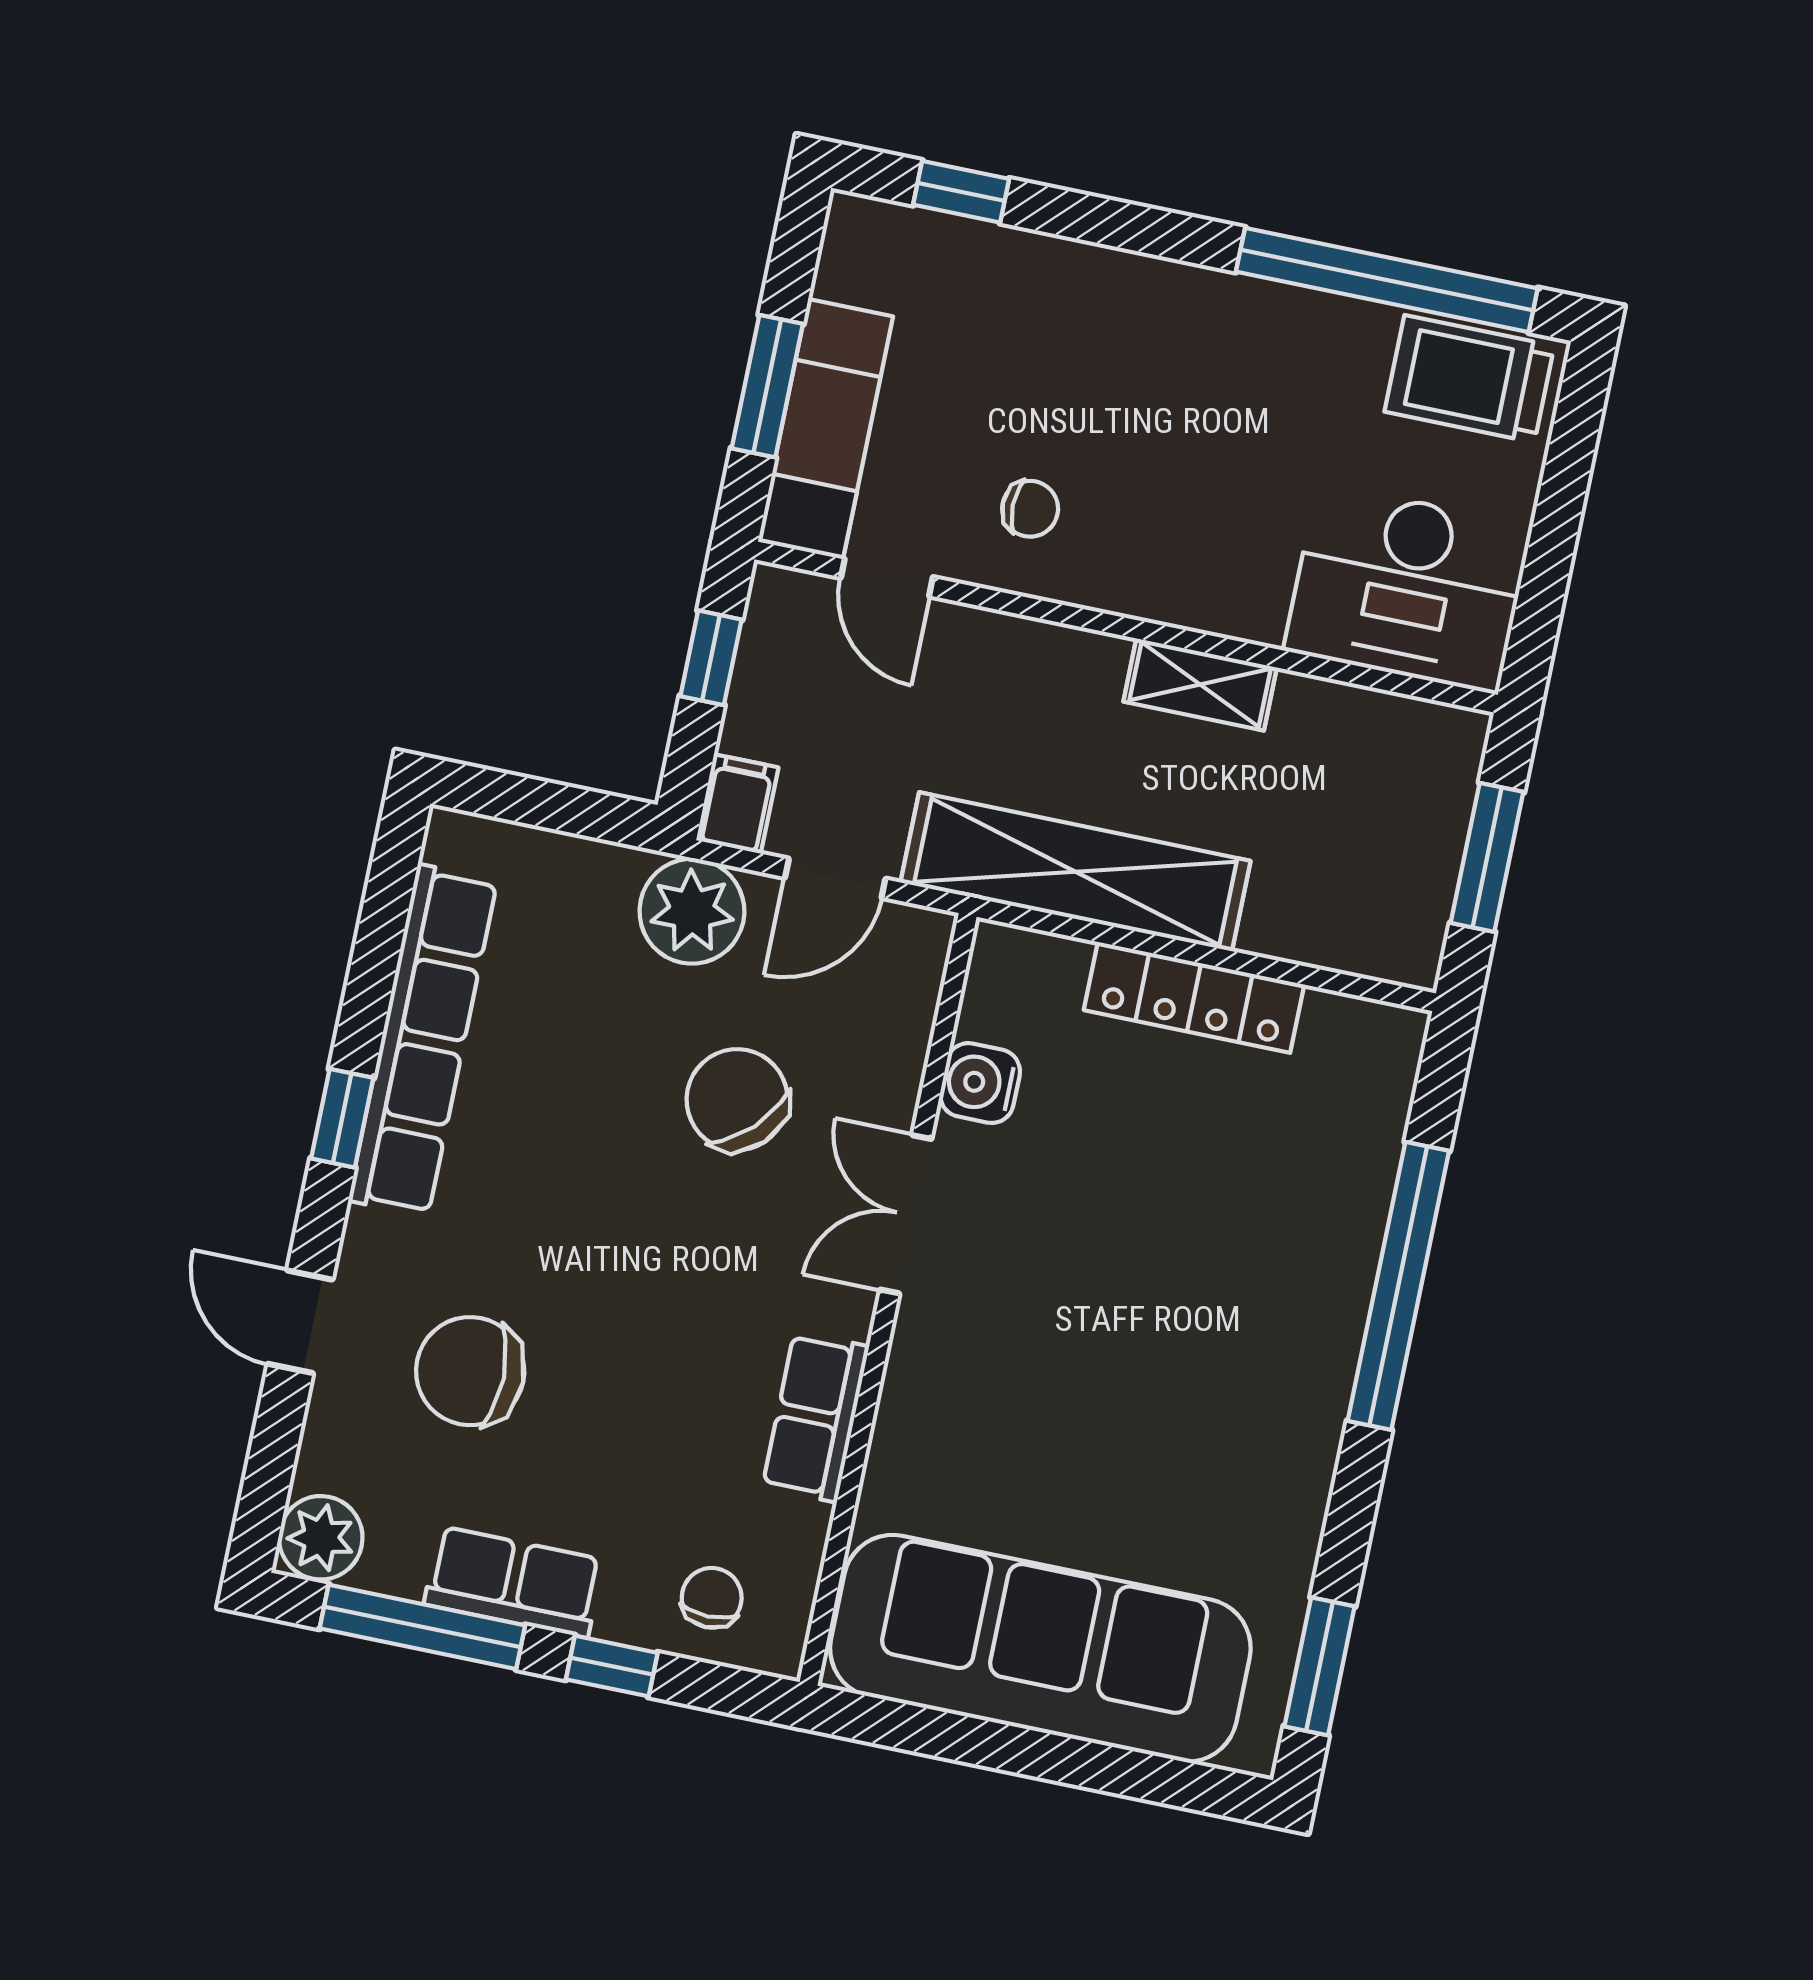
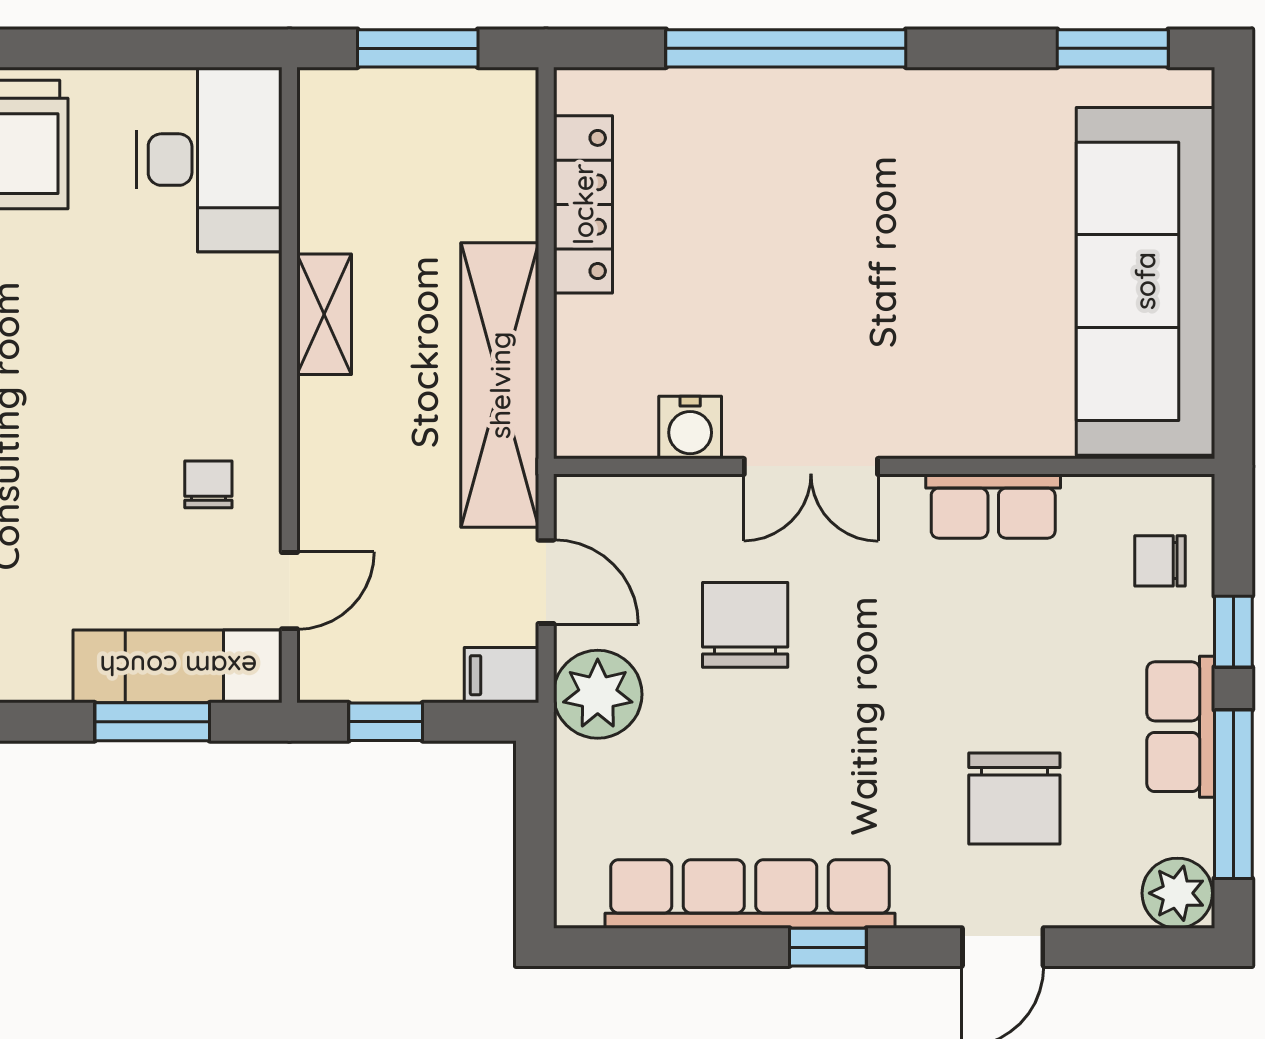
locker: (1194, 997) -> (583, 204), moved
chair: (737, 1100) -> (745, 625), turned 135

